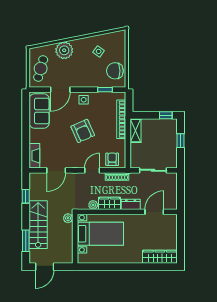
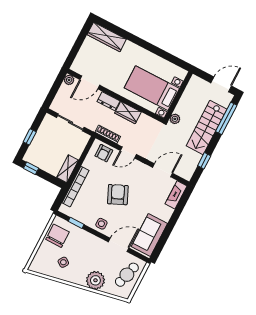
chair: (115, 71) -> (57, 236), turned -90
plant: (93, 205) -> (69, 80), moved
window: (26, 241) -> (226, 118), width x1.44

